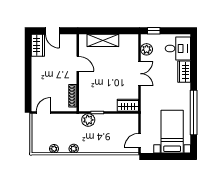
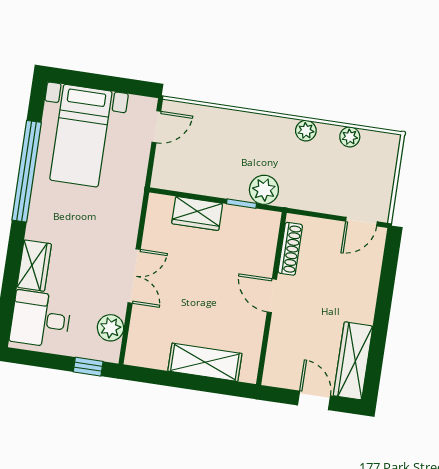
wardrobe: (38, 45) -> (353, 361), width x1.50
door: (78, 64) -> (272, 296), moved
double door: (140, 74) -> (134, 276), swing flipped
wardrobe: (128, 105) -> (197, 213), moved

